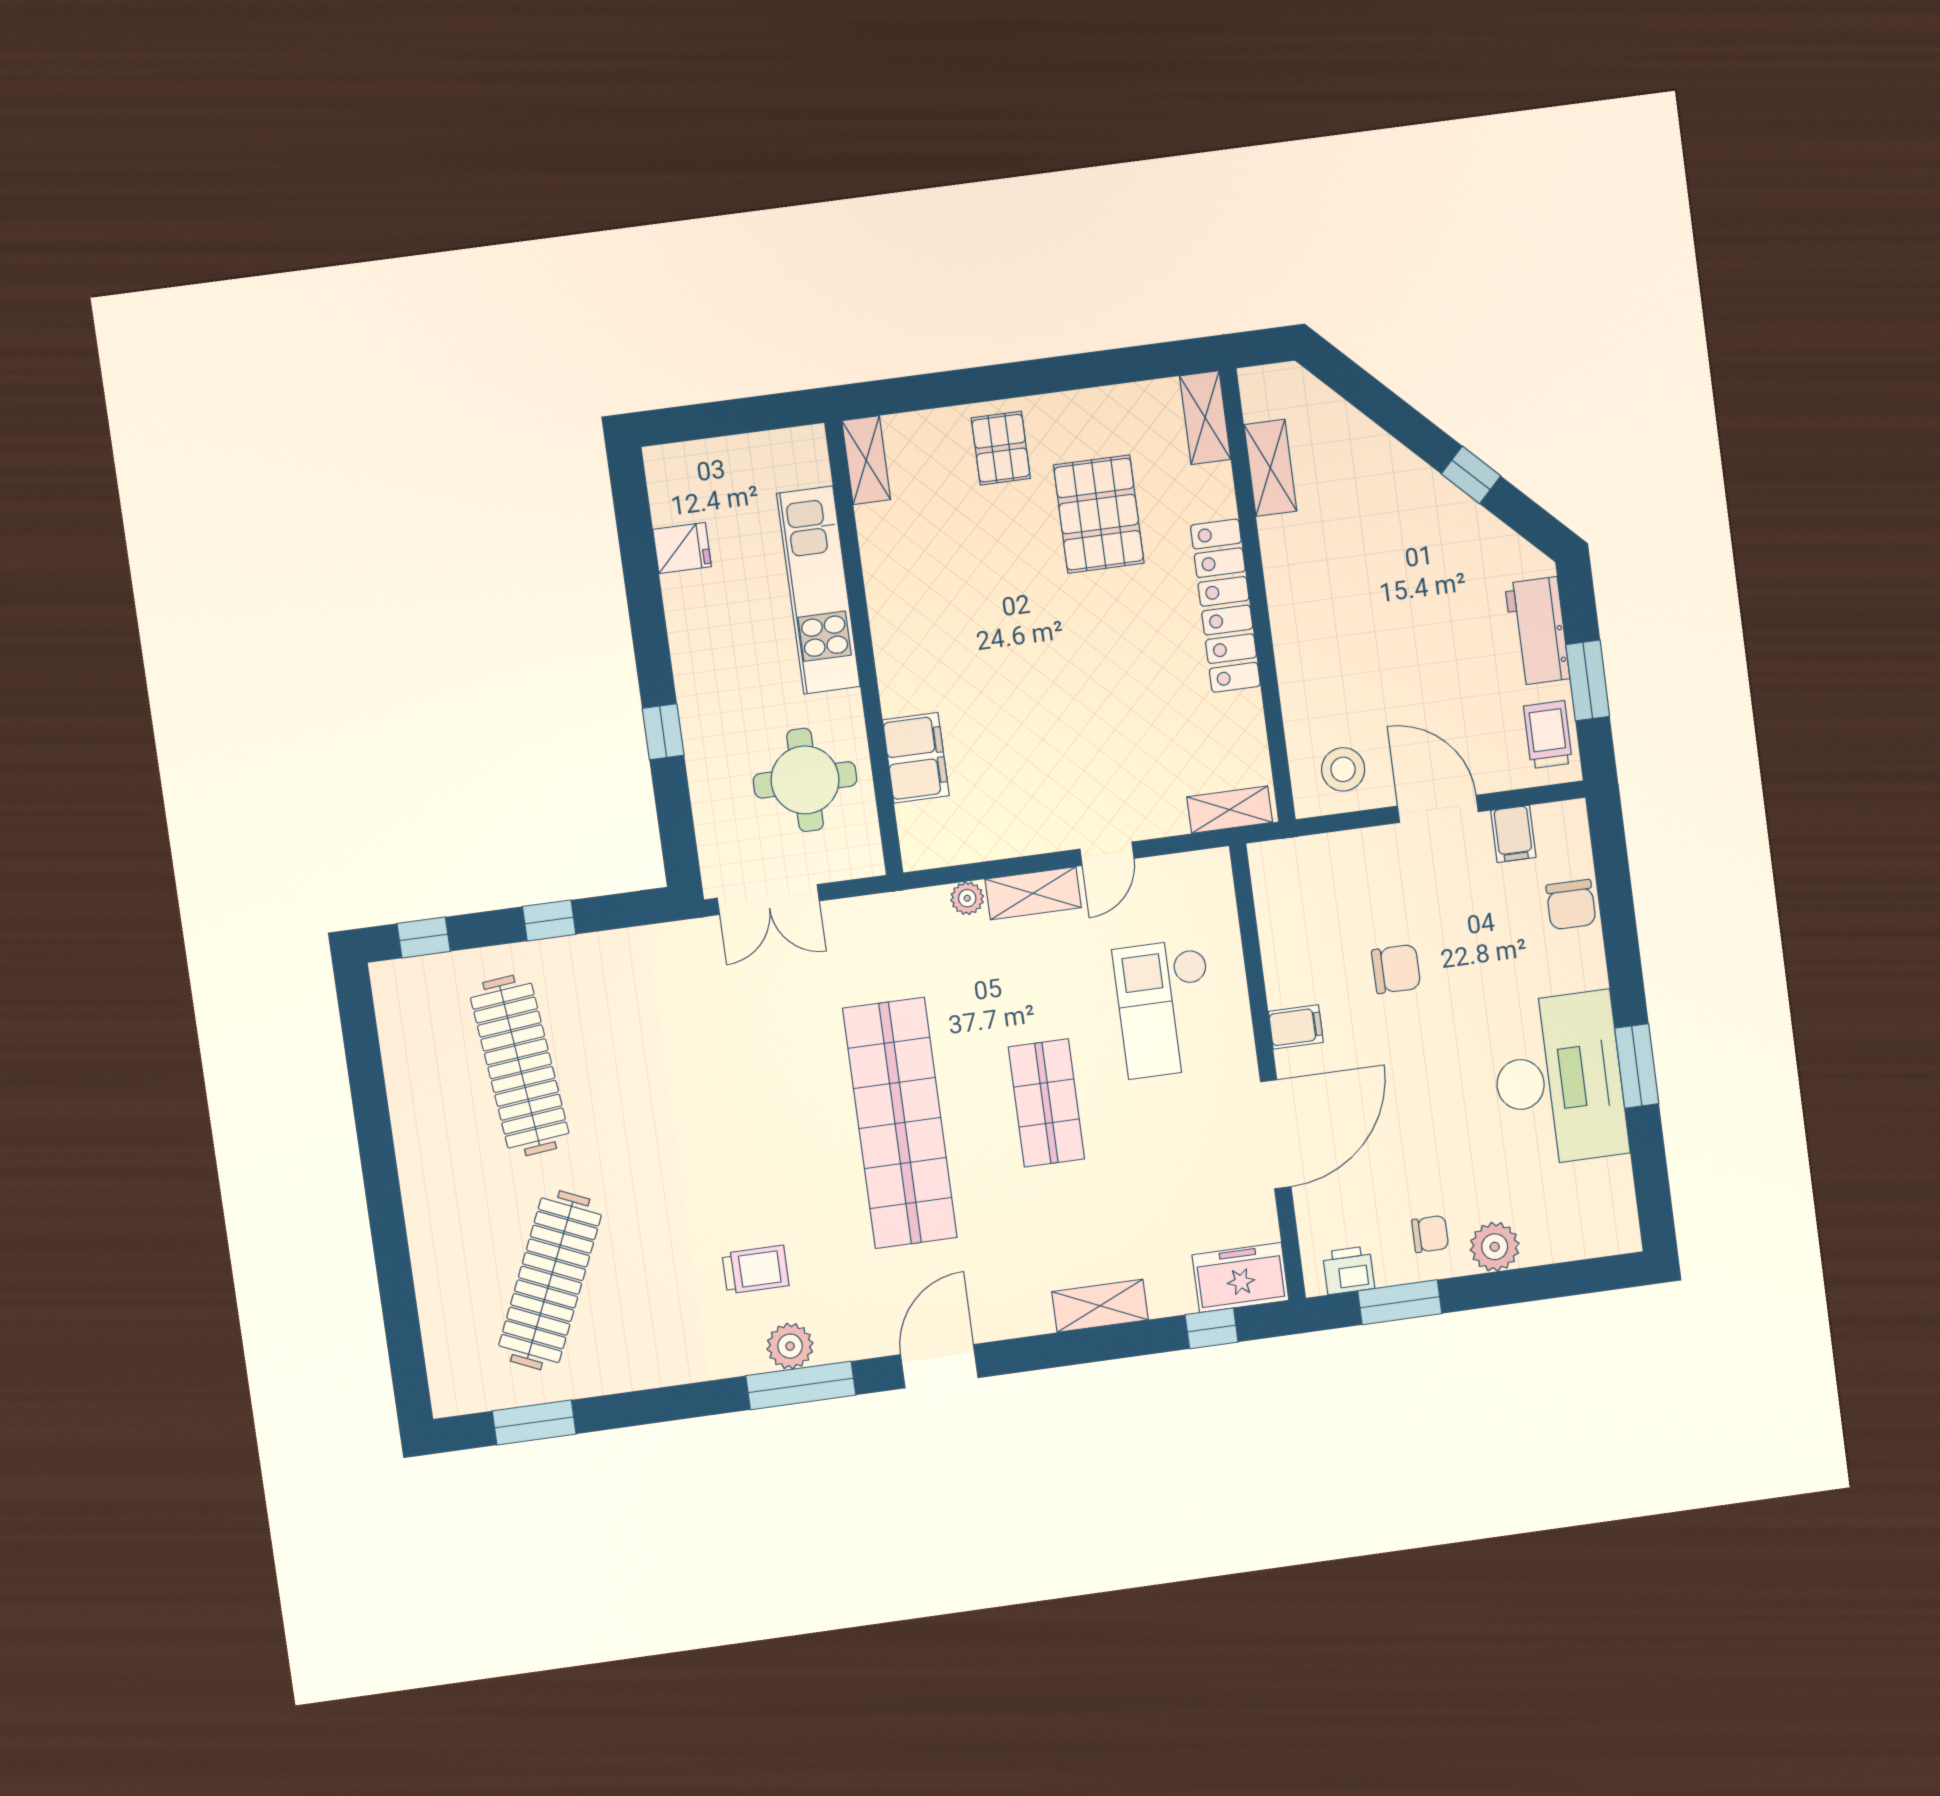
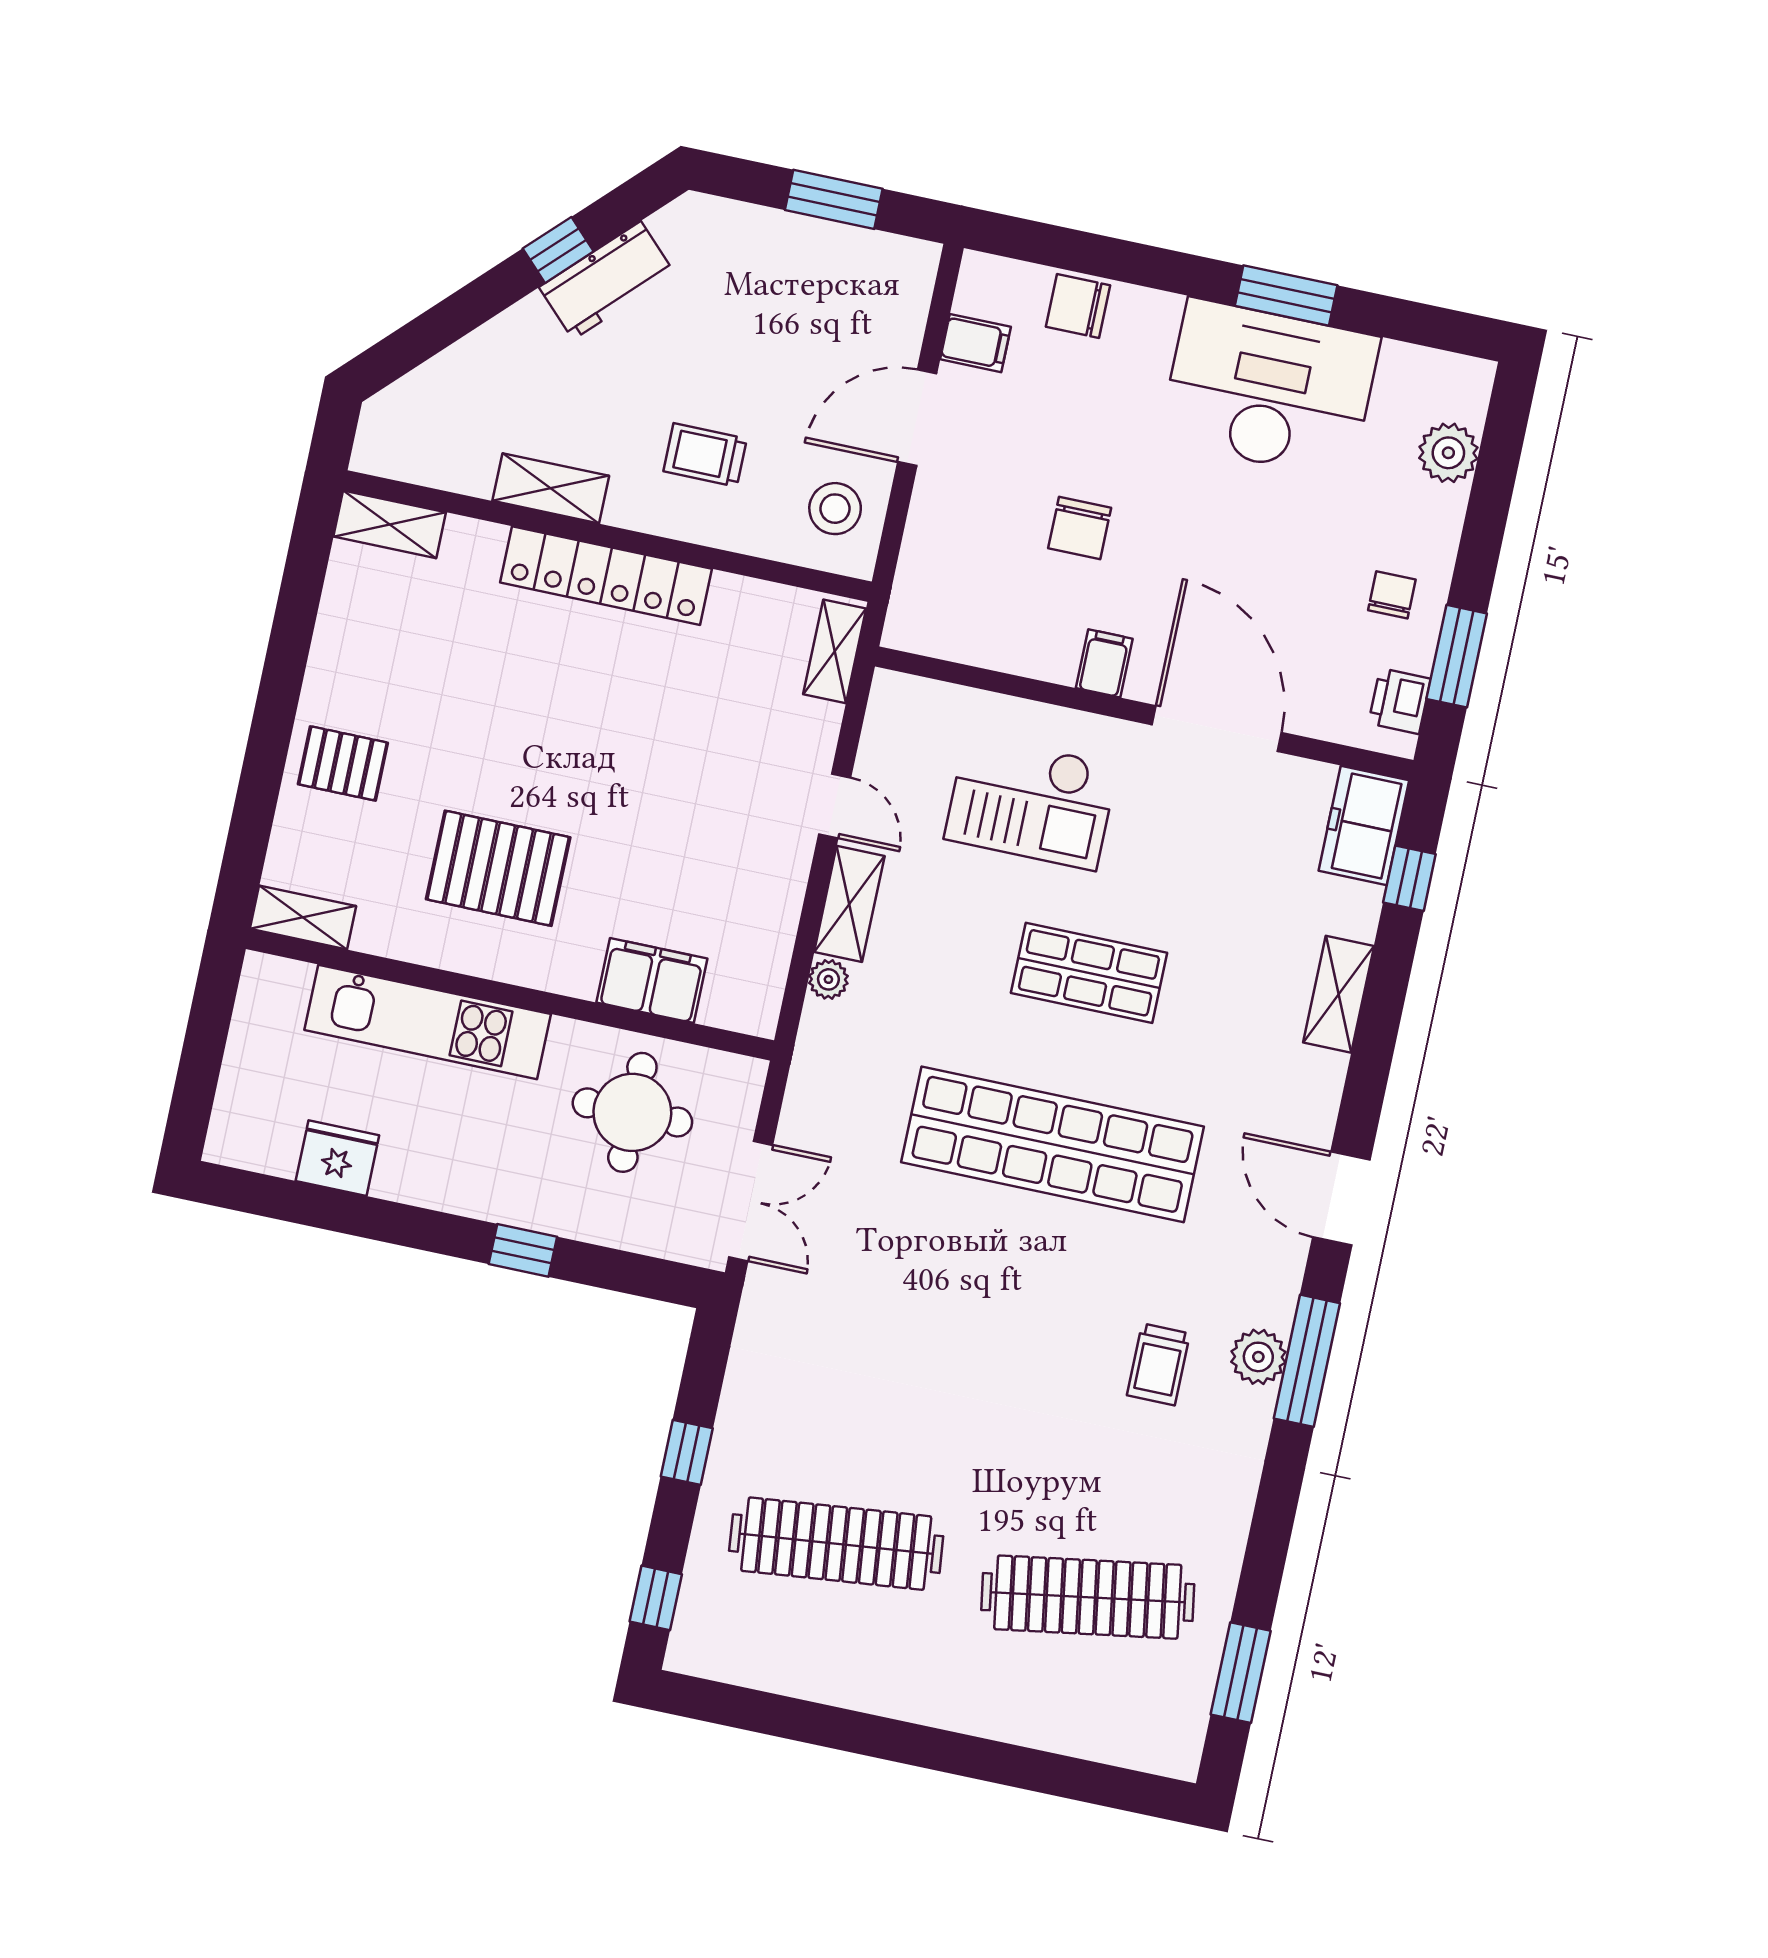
shelving: (1270, 468) -> (551, 488), moved
pallet: (1099, 514) -> (498, 868), moved
fridge: (682, 548) -> (337, 1158), width x1.38
workbench: (1537, 631) -> (607, 280), moved, turned -45
trolley: (1548, 735) -> (705, 455), moved
chair: (1571, 905) -> (1078, 306), turned 180
chair: (1396, 969) -> (1080, 528), turned 180
plant: (1495, 1247) -> (1448, 453), moved
trolley: (756, 1270) -> (1158, 1364), turned 180
clothes rail: (550, 1280) -> (1088, 1597), turned -33

